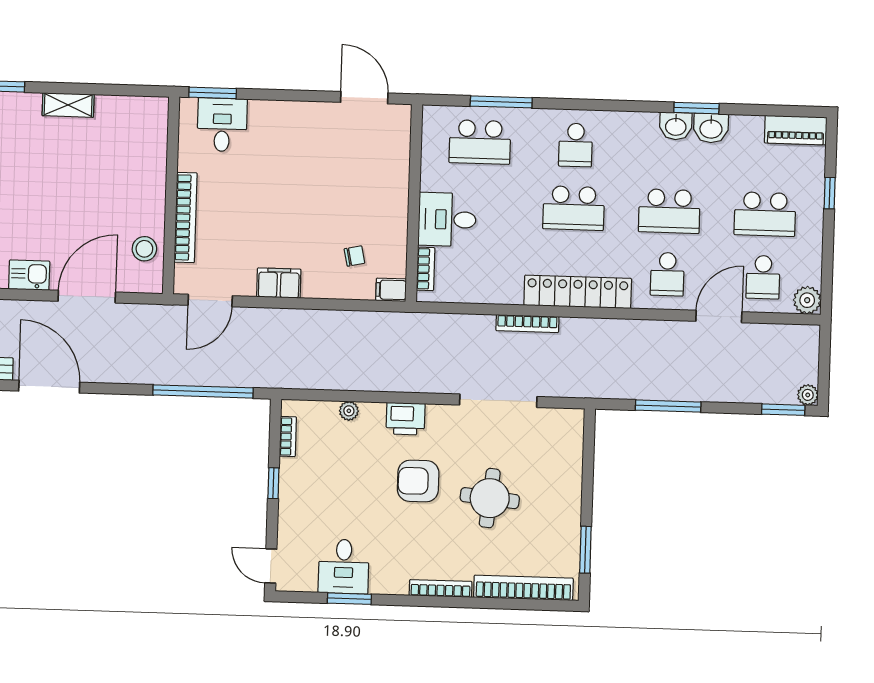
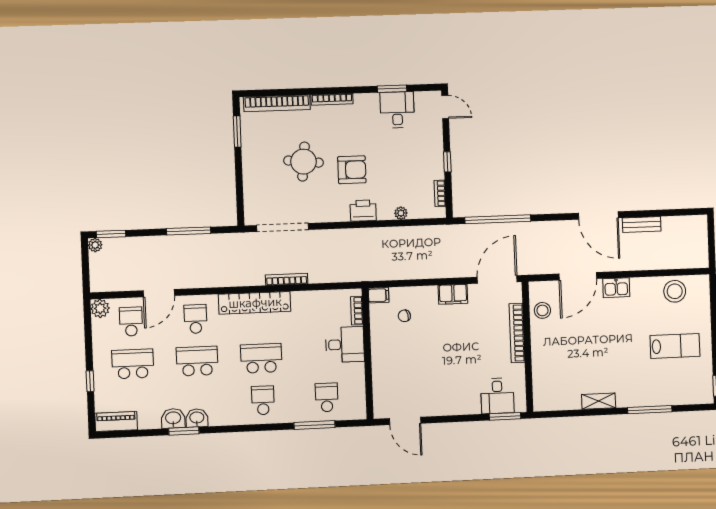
school desk: (480, 142) -> (327, 397), width x0.54
door: (210, 301) -> (497, 280), width x1.36
doorway: (498, 401) -> (283, 227), moved

